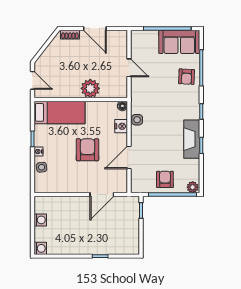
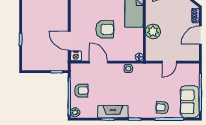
nightstand: (121, 126) -> (76, 56), moved

